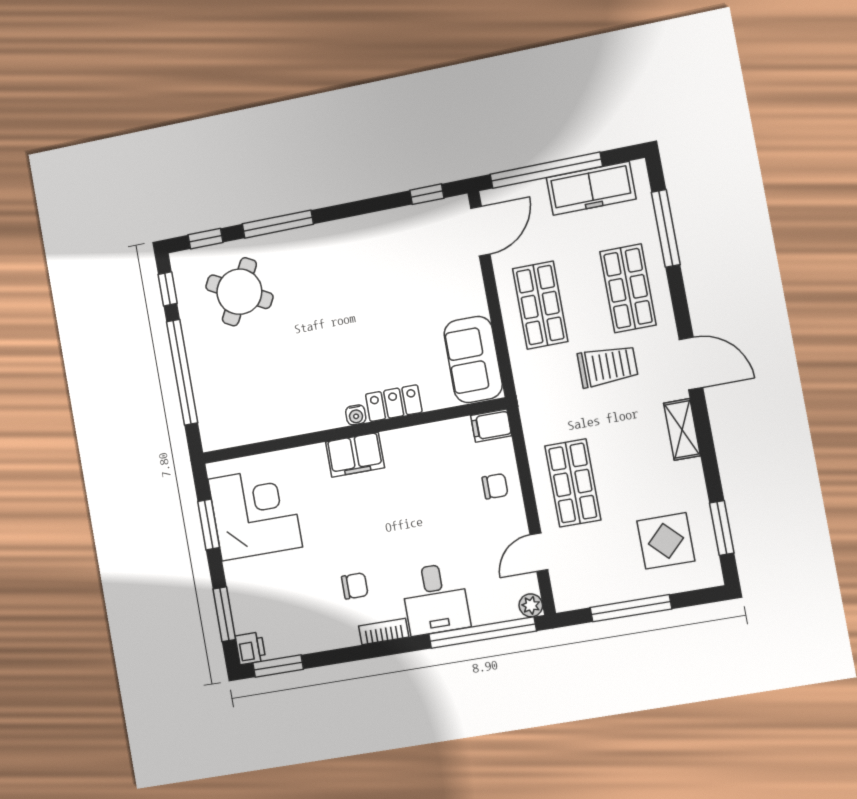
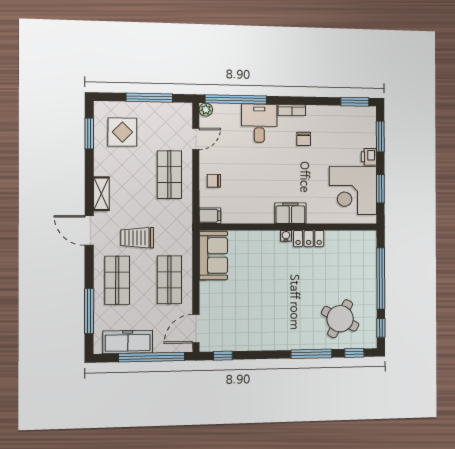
locker: (394, 403) -> (309, 239), moved
chair: (355, 586) -> (304, 139), turned -90
printer: (251, 648) -> (369, 157), moved

